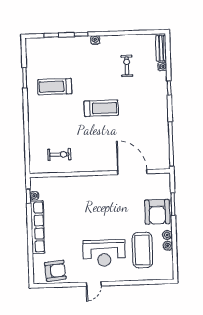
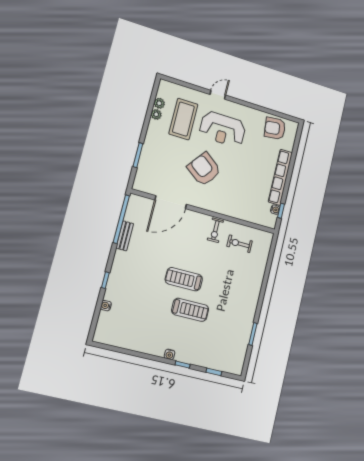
bench: (161, 48) -> (125, 236), moved
exercise bike: (127, 66) -> (215, 230), moved
treadmill: (55, 87) -> (190, 310), moved
door: (132, 172) -> (171, 202), hinge flipped
armchair: (157, 212) -> (204, 169), moved, turned -53
plant: (167, 235) -> (159, 103), moved
reception desk: (104, 253) -> (223, 129), turned 180
door: (94, 284) -> (218, 95), moved

